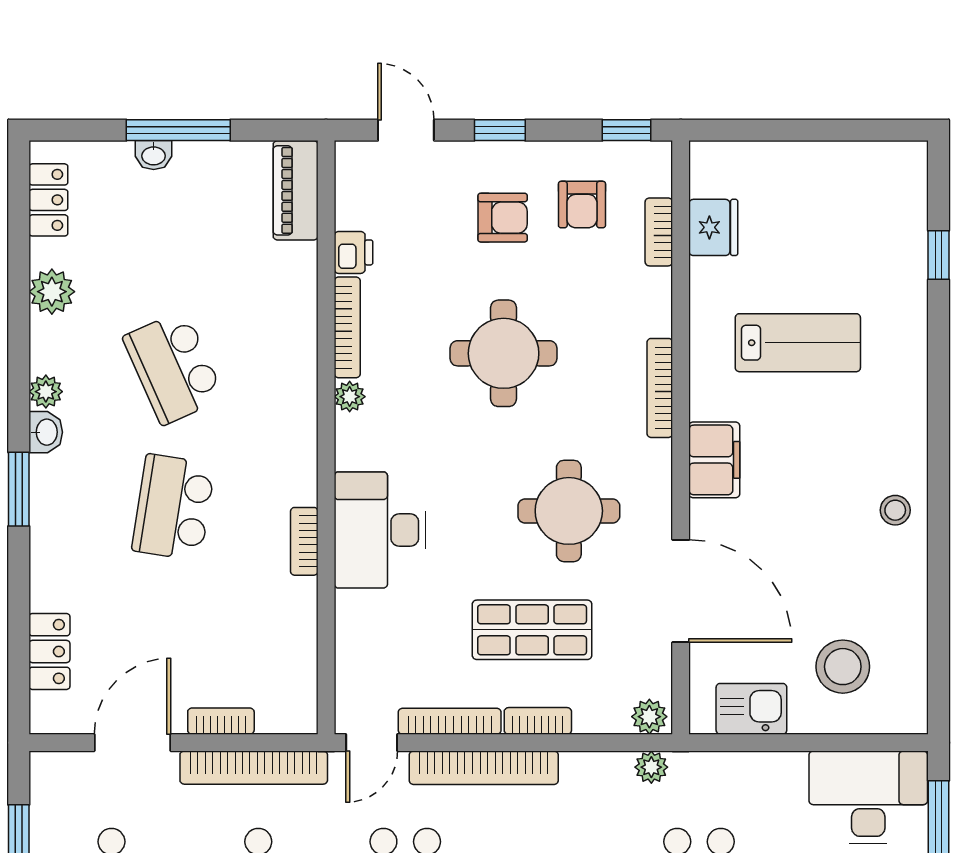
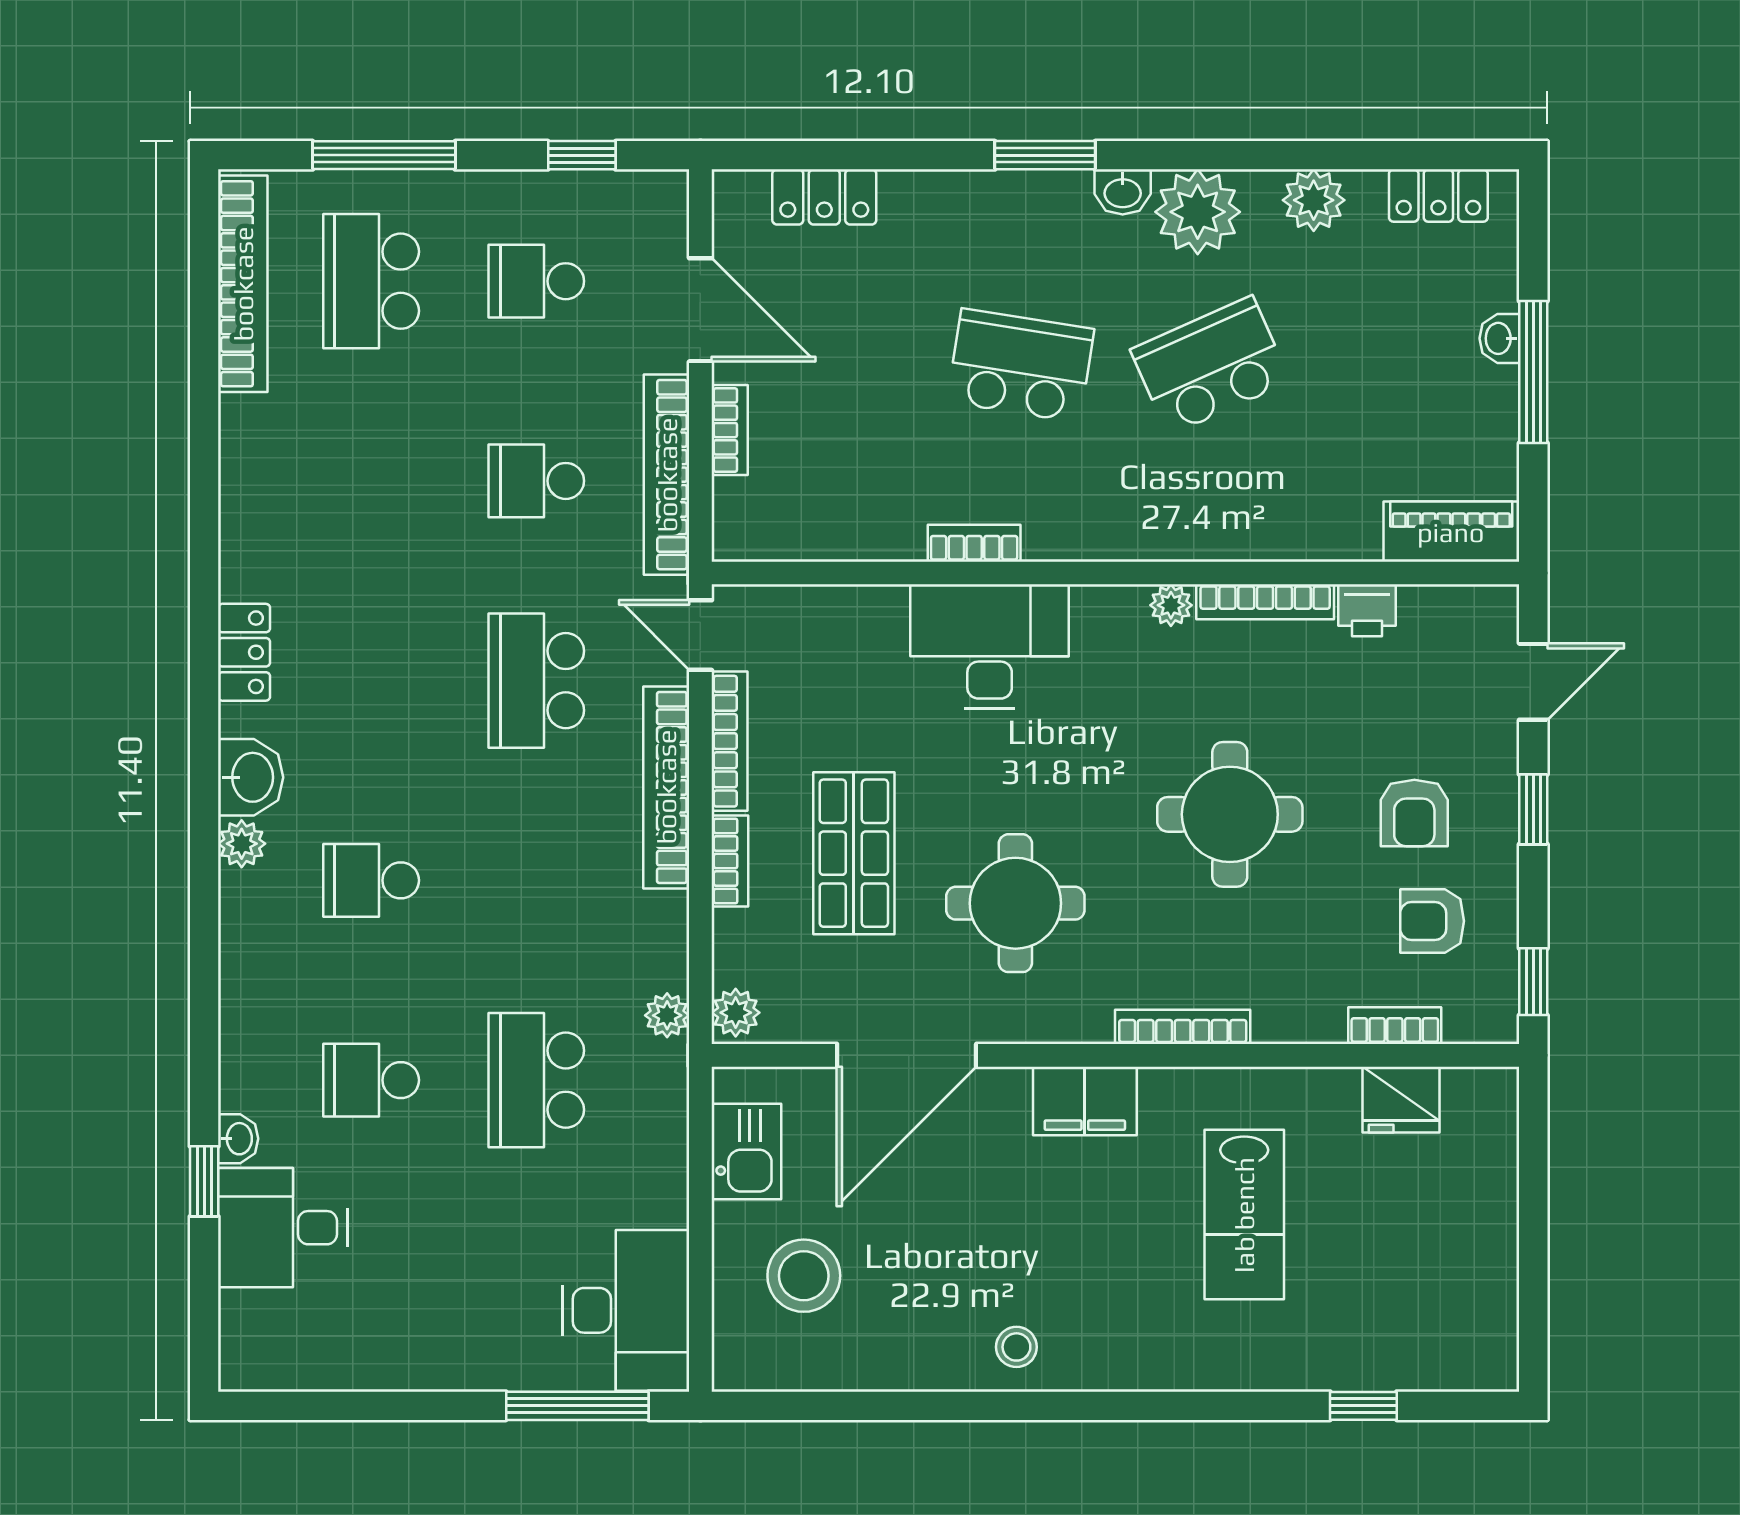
plant: (46, 392) -> (1198, 212), width x1.87, depth x1.87

